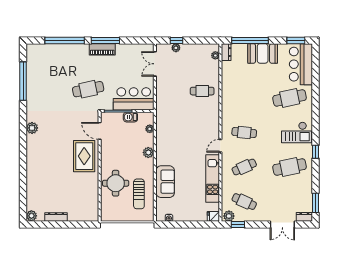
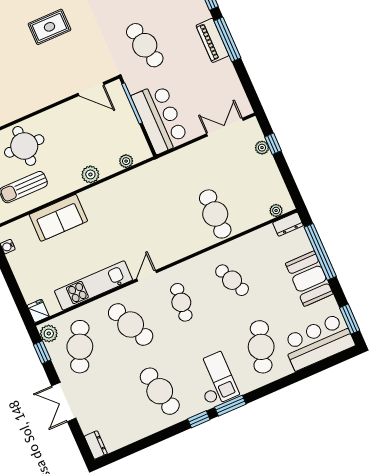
cafe table: (202, 91) -> (215, 214), width x1.37, depth x1.35
cafe table: (244, 98) -> (232, 280), added
cafe table: (290, 98) -> (261, 347), turned 30
barbecue: (130, 117) -> (131, 125), removed
door: (100, 131) -> (91, 89), swing flipped
checkout: (297, 132) -> (215, 379), turned 180
door: (220, 146) -> (147, 276), hinge flipped
rug: (84, 156) -> (49, 27), moved, width x0.73, depth x0.70
cafe table: (244, 167) -> (131, 325), width x1.37, depth x1.35
cafe table: (244, 202) -> (80, 347), width x1.37, depth x1.35
window: (315, 203) -> (230, 406), moved
double door: (282, 225) -> (64, 402), moved

